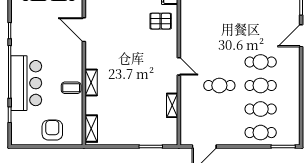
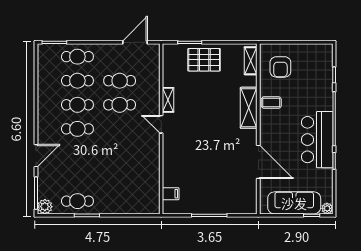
pallet: (161, 21) -> (204, 60), moved, width x1.50, depth x1.42
door: (84, 30) -> (258, 162), width x1.36
bar counter: (26, 83) -> (317, 140), moved
shelving: (91, 83) -> (249, 108), width x1.50, depth x1.33
shelving: (172, 105) -> (168, 100), moved
cafe table: (219, 109) -> (120, 81), added
armchair: (52, 130) -> (280, 67), moved

